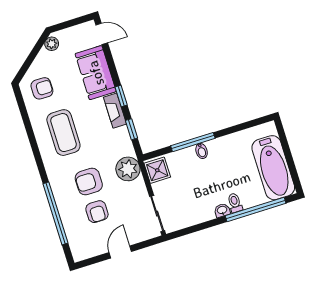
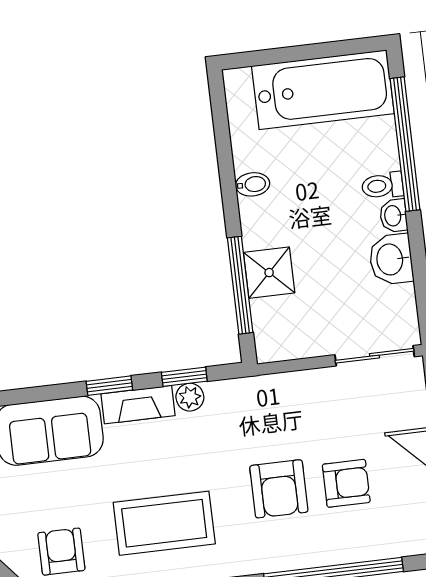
window: (193, 142) -> (240, 285), moved
bidet: (202, 151) -> (253, 184), moved
plant: (128, 169) -> (190, 397), moved, width x0.53, depth x0.53
shower: (157, 170) -> (269, 273), moved
washbasin: (202, 213) -> (391, 259), added

